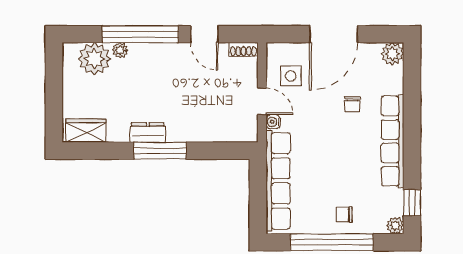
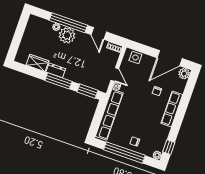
door: (334, 34) -> (170, 58), moved
plant: (94, 59) -> (67, 35), moved
side table: (291, 76) -> (135, 57), moved
wardrobe: (86, 131) -> (37, 63), moved
row of seats: (392, 141) -> (172, 109), width x0.73
window: (221, 151) -> (87, 91), added

